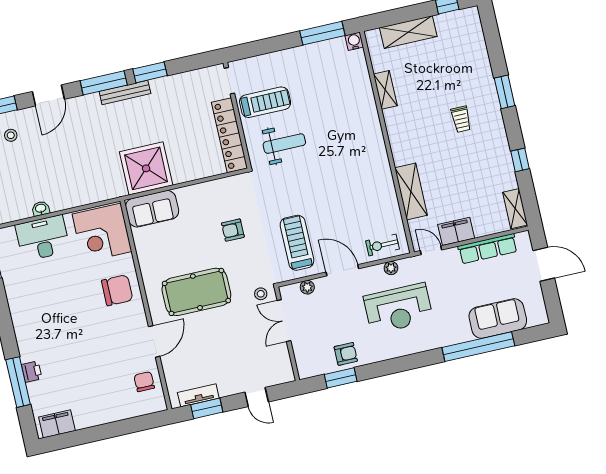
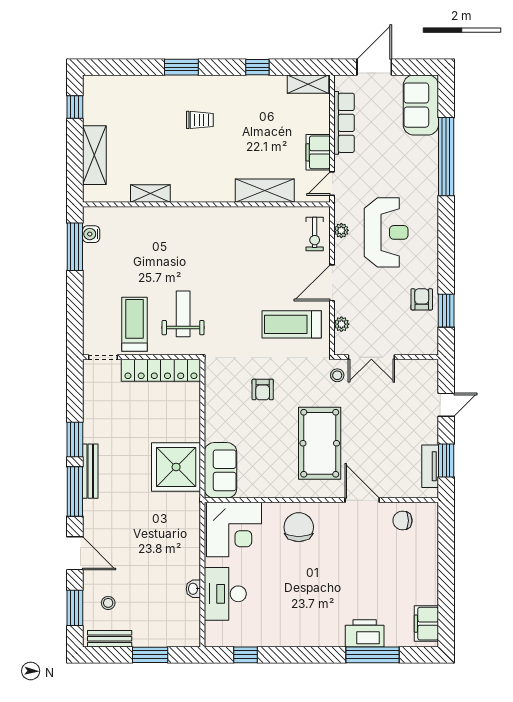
water cooler: (354, 41) -> (91, 234), moved
sofa: (498, 319) -> (421, 105), moved
printer: (32, 372) -> (365, 633), width x1.87, depth x1.48

